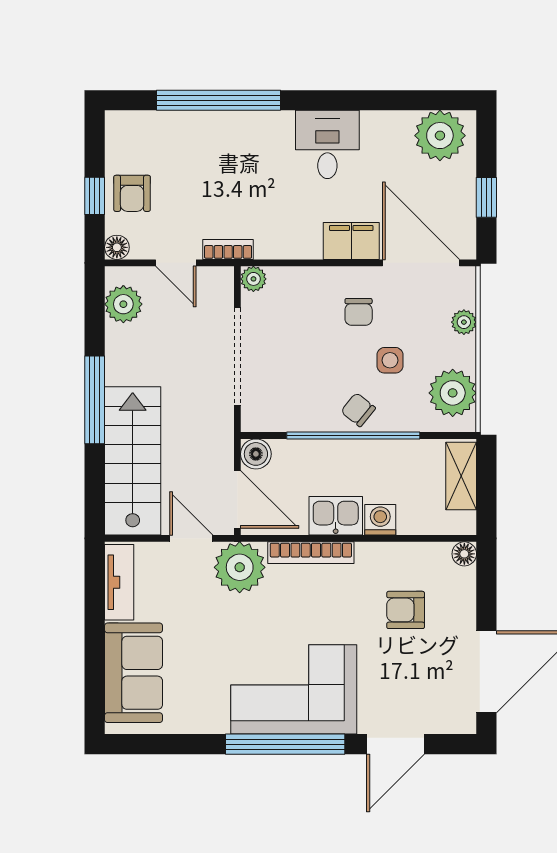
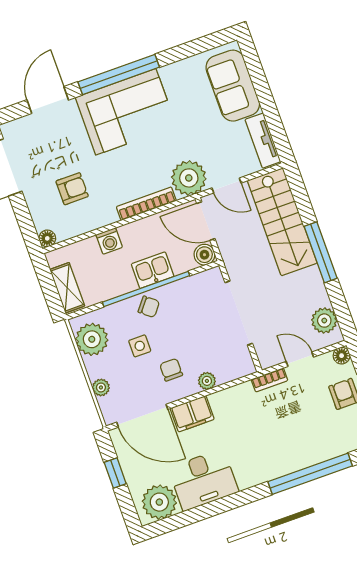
desk: (327, 144) -> (203, 480), moved, width x1.37
plant: (253, 279) -> (207, 381), moved
kitchen sink: (336, 516) -> (153, 270), moved, turned 180

